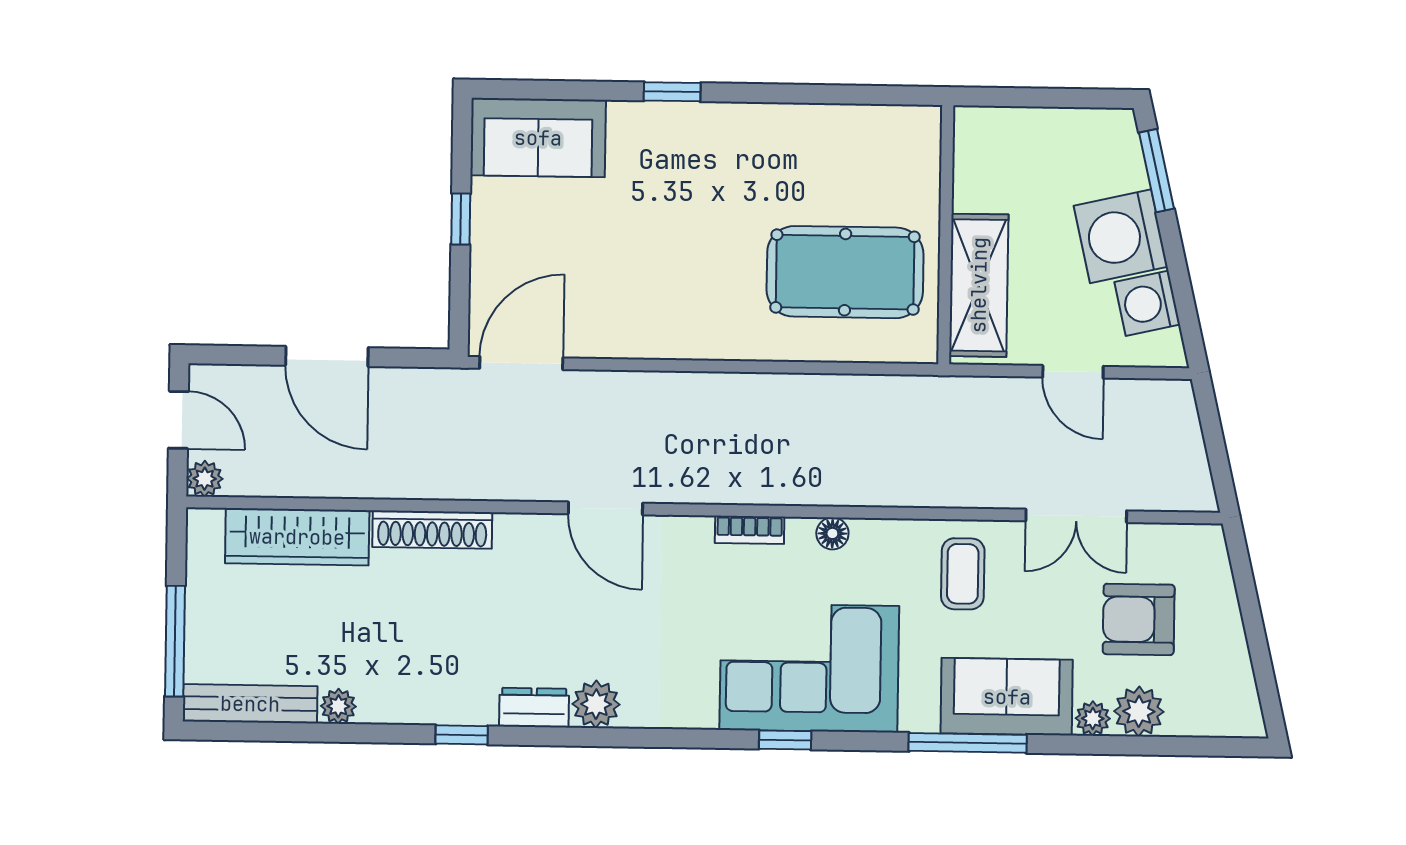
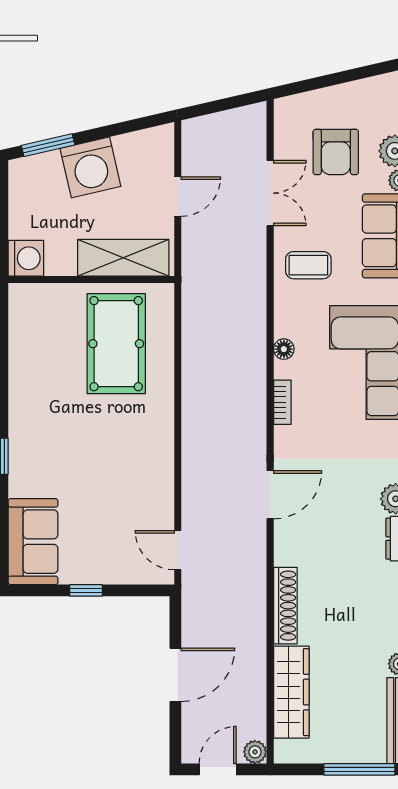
washing machine: (1147, 303) -> (26, 258), moved, turned -77
door: (521, 363) -> (178, 550), width x0.73

